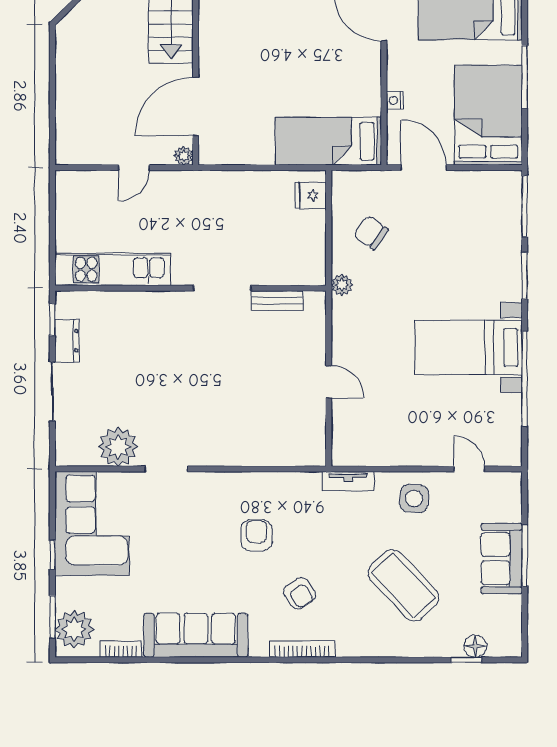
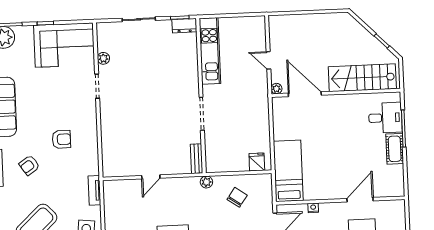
bench: (277, 301) -> (197, 159), moved
dresser: (67, 341) -> (184, 26), moved
plant: (118, 447) -> (103, 58), width x0.53, depth x0.53

